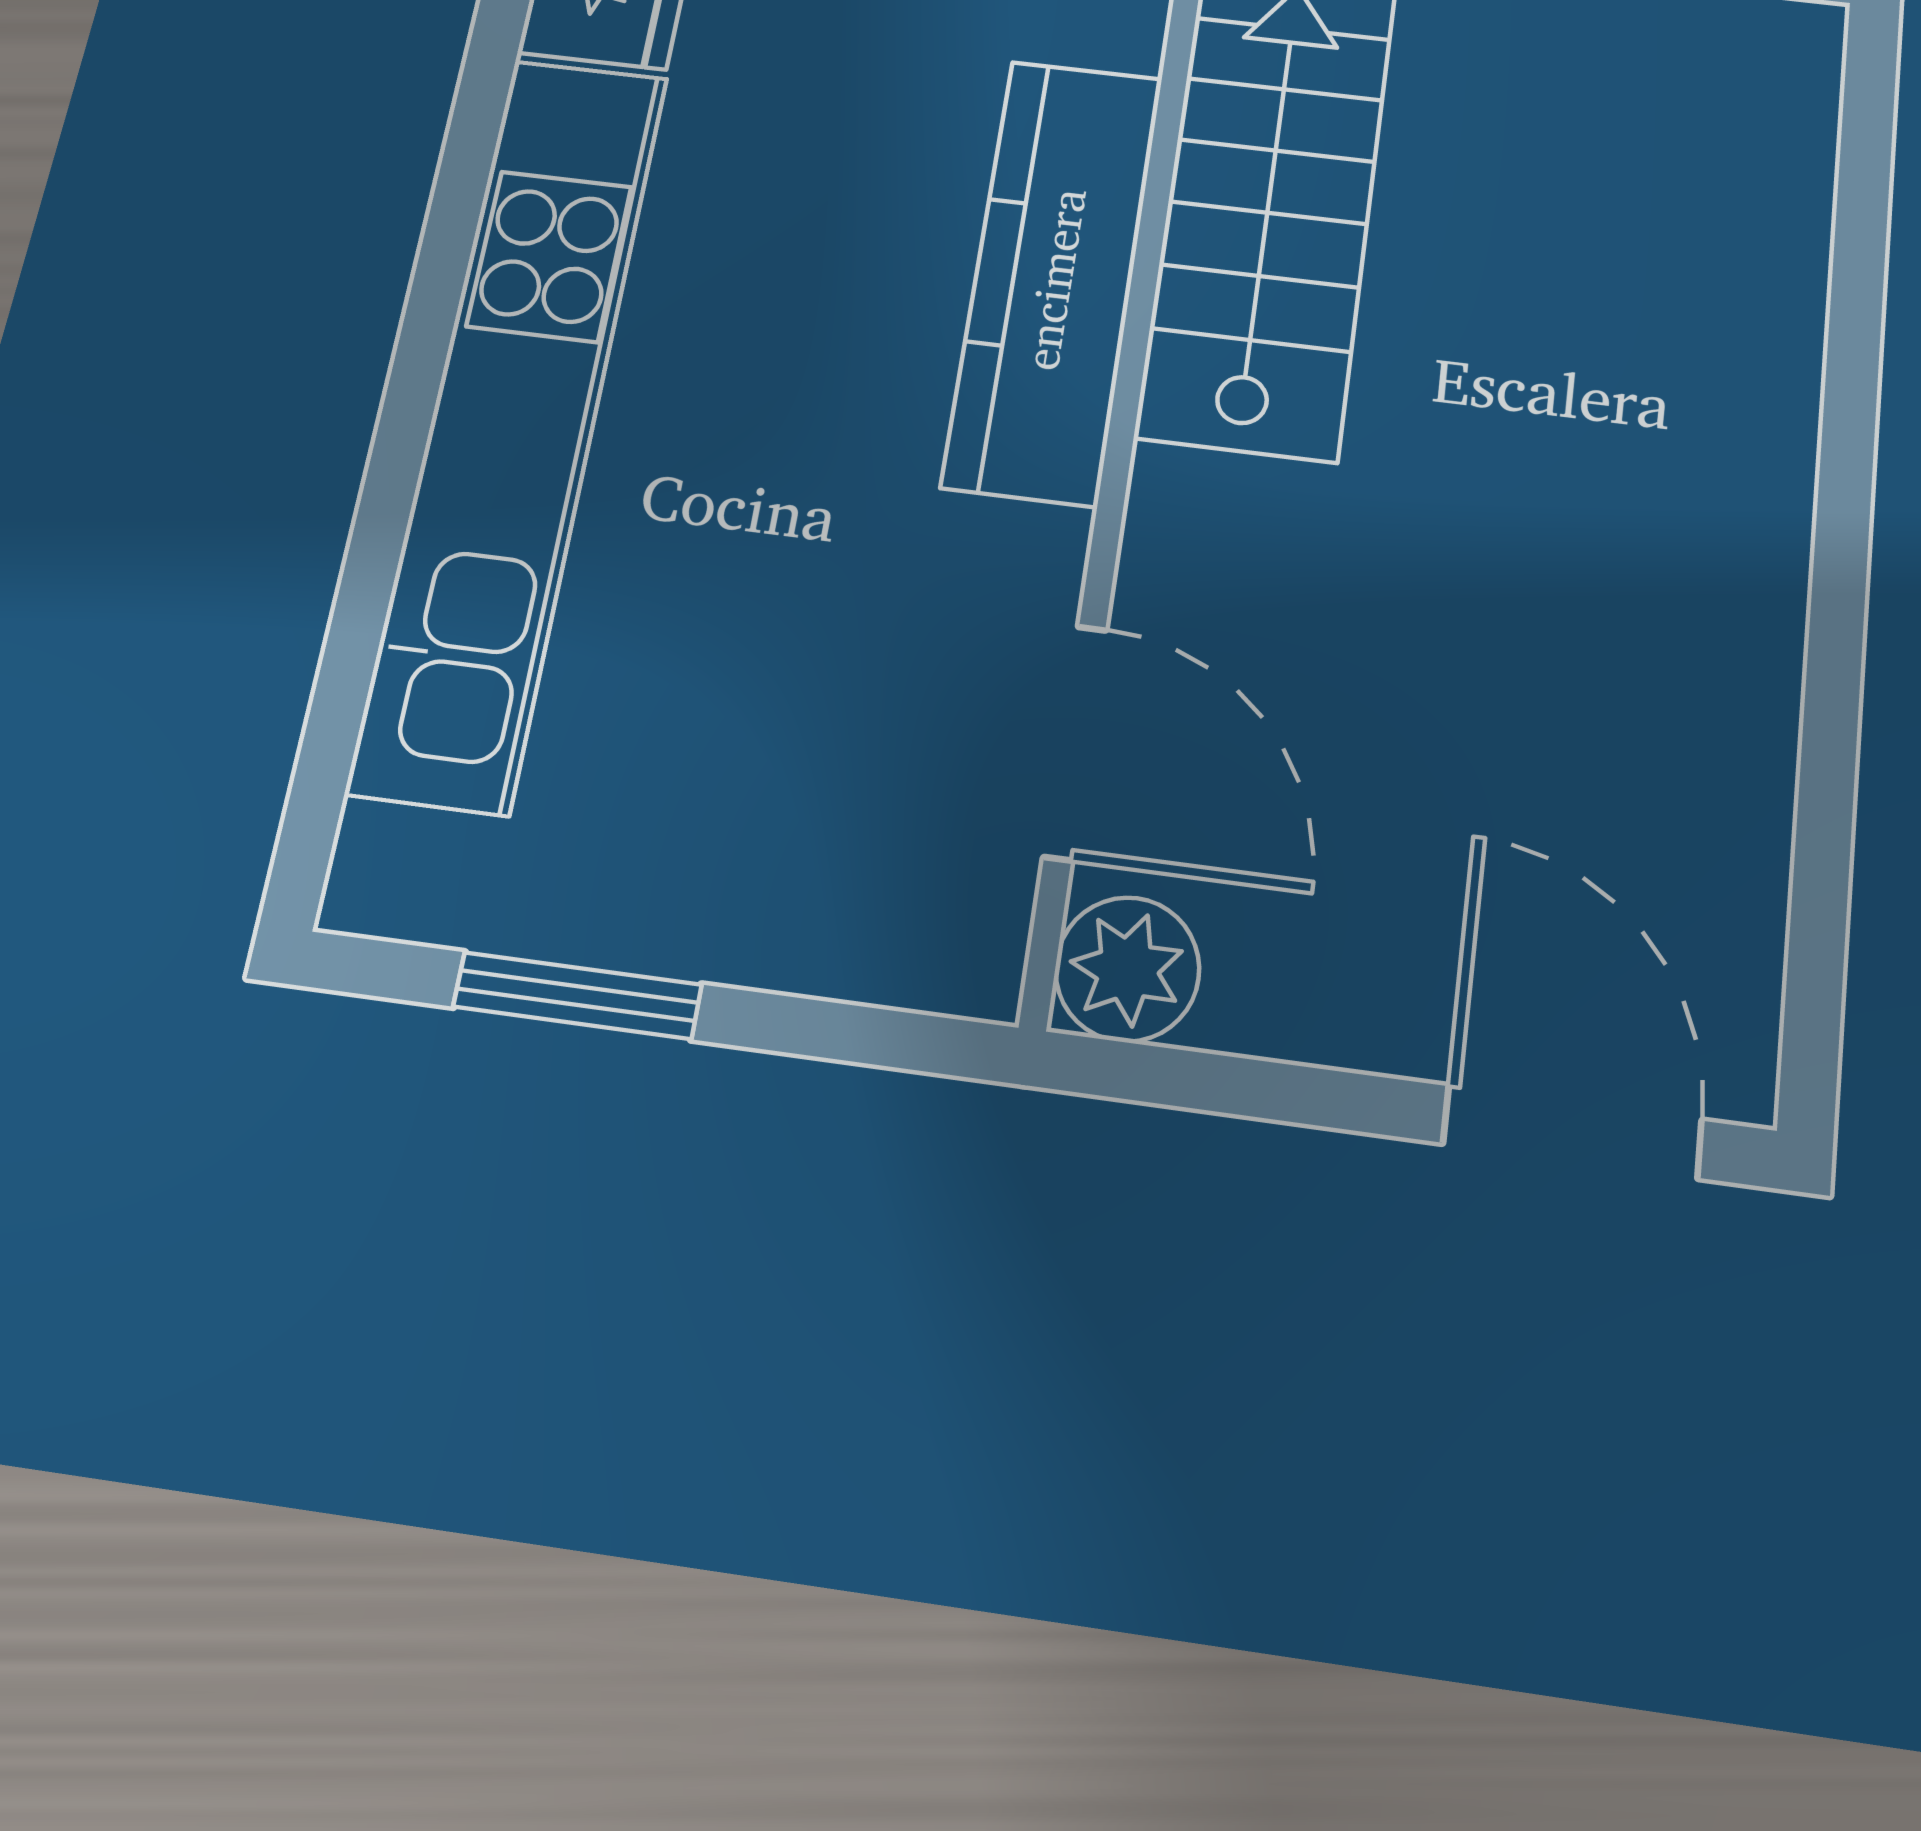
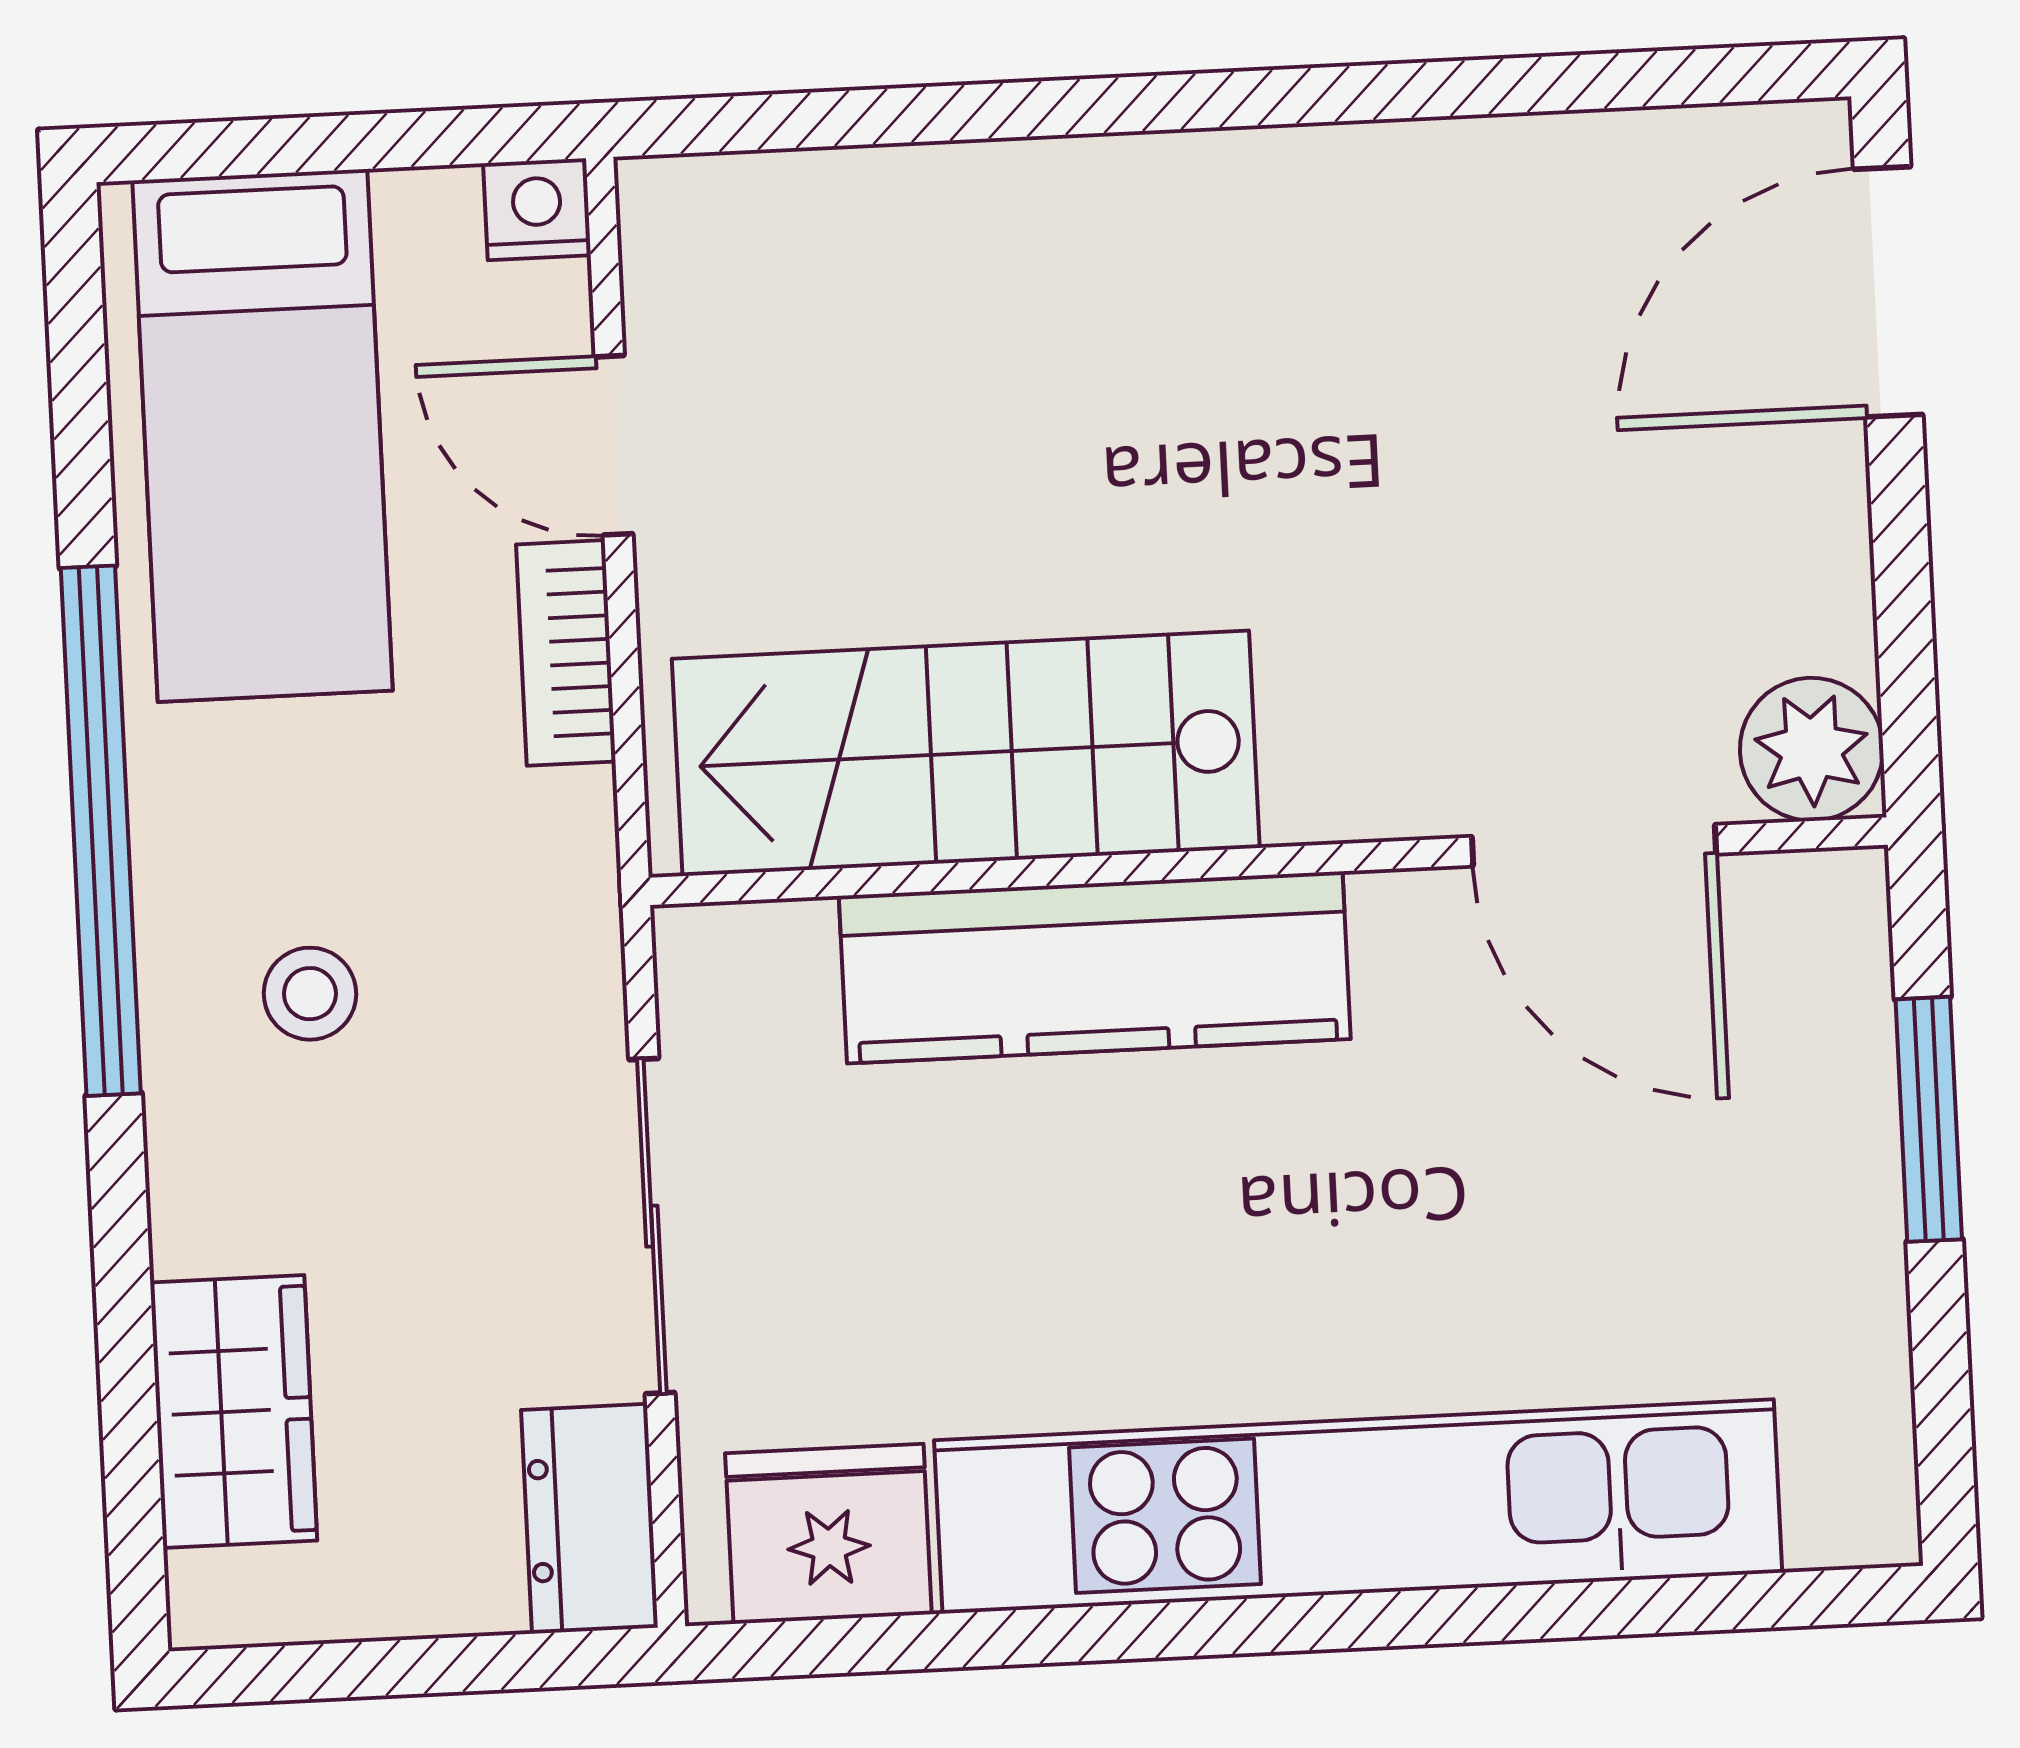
door: (1075, 742) -> (1594, 845), swing flipped
window: (577, 996) -> (1929, 1119), moved

